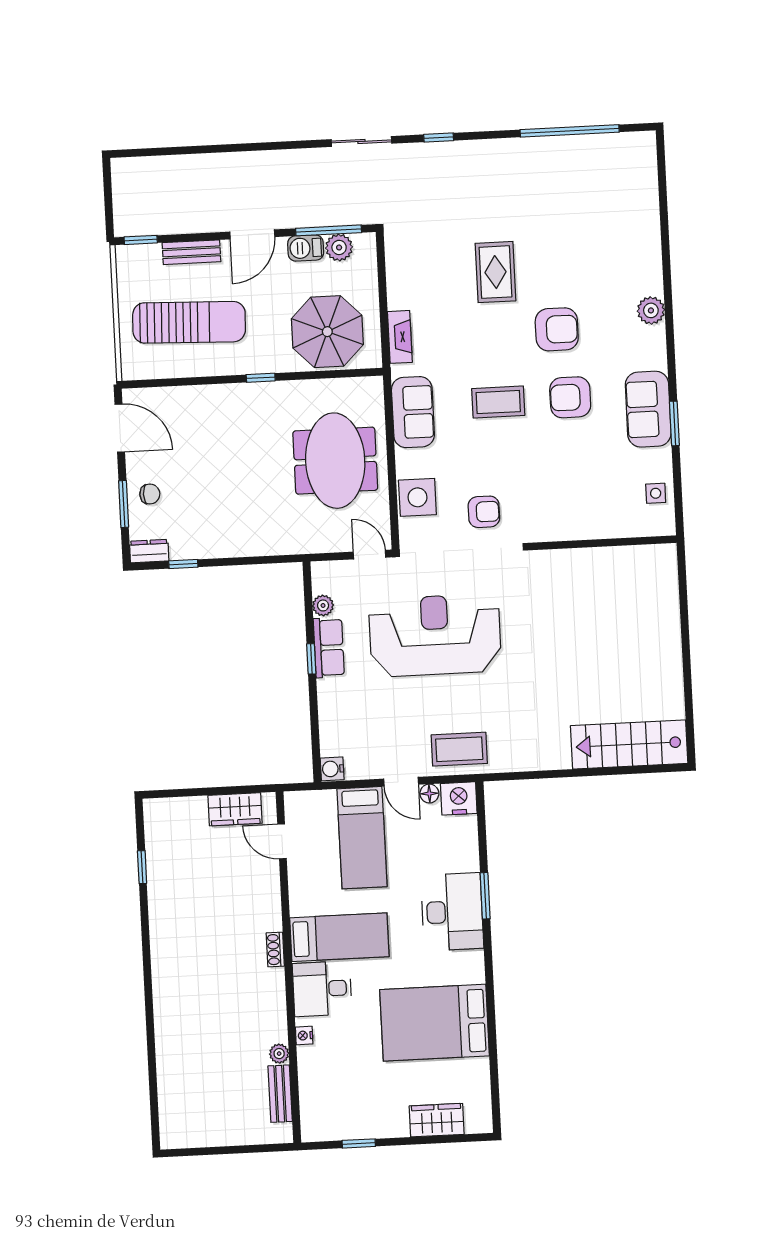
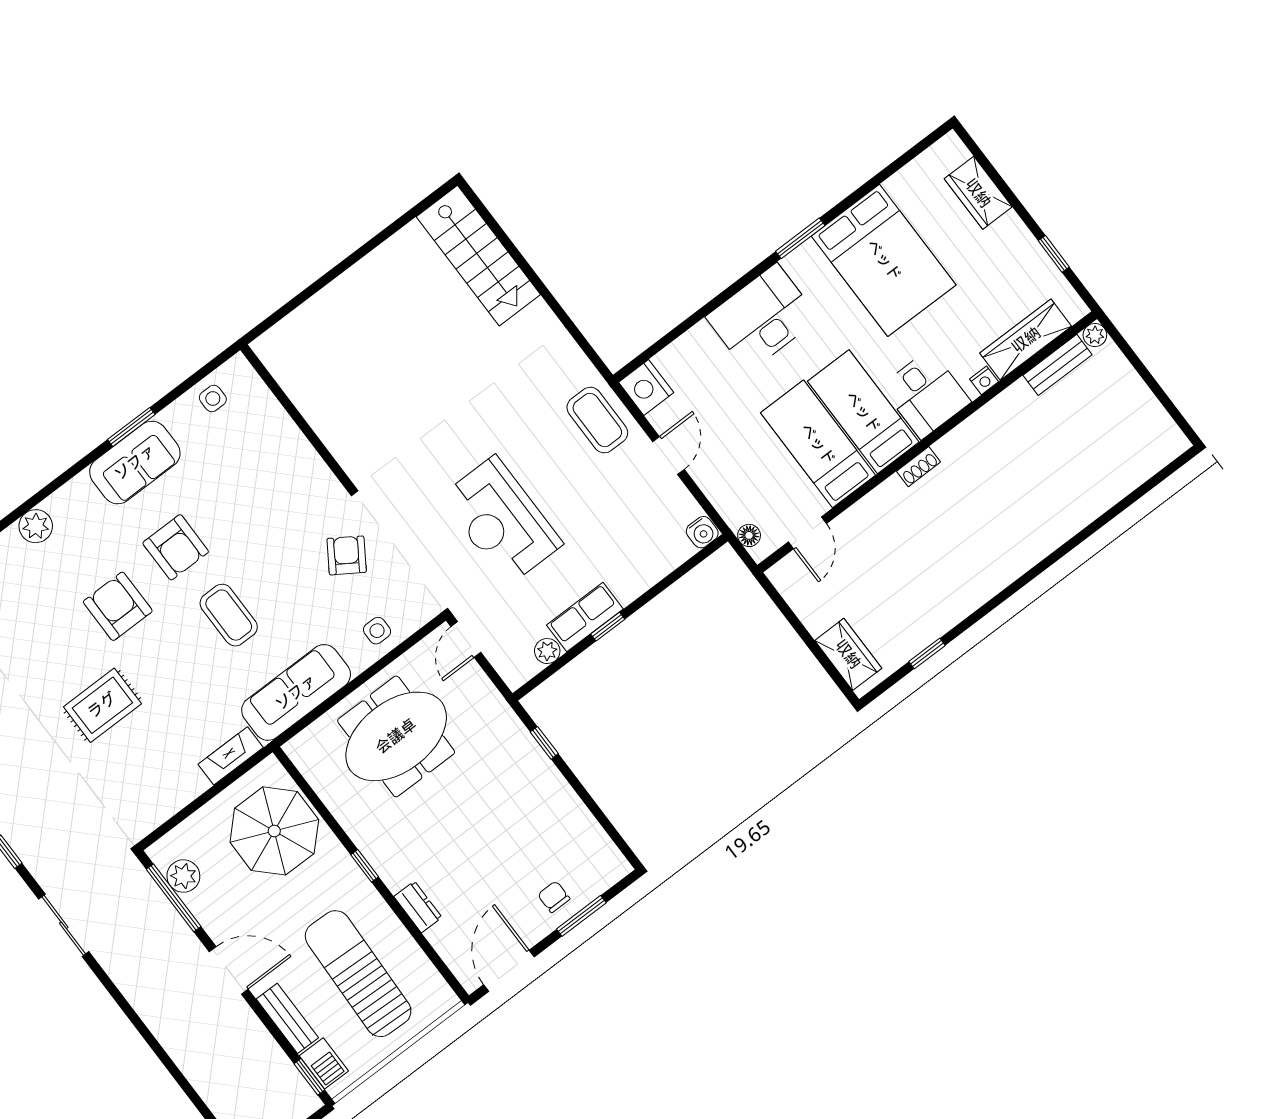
barbecue: (306, 248) -> (324, 1063), moved
sofa: (413, 412) -> (296, 692), width x1.36
side table: (417, 497) -> (377, 631), width x0.54, depth x0.54
armchair: (484, 512) -> (347, 555), turned 33
dresser: (149, 551) -> (418, 907), moved, turned 180
window: (183, 564) -> (544, 743), moved
reception desk: (435, 635) -> (501, 521), width x0.74, depth x0.77
floor lamp: (429, 794) -> (749, 535), moved
wardrobe: (235, 809) -> (848, 654), moved
bed: (362, 838) -> (818, 444), moved, turned -90
window: (485, 896) -> (800, 238), moved
plant: (279, 1054) -> (1095, 335), moved
wardrobe: (313, 1084) -> (1026, 340), added

